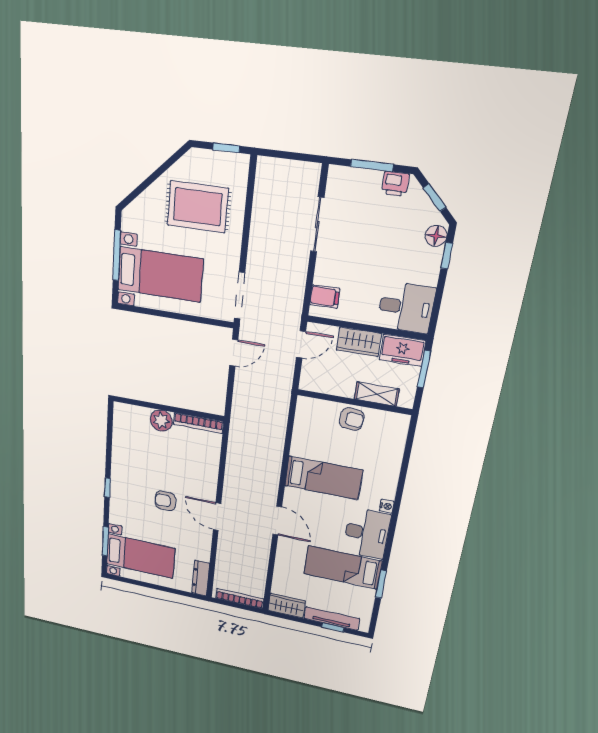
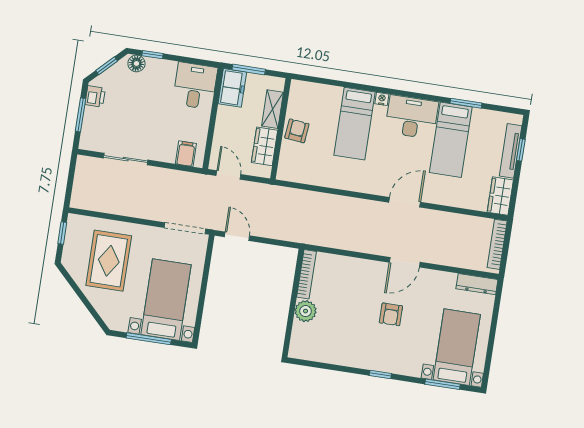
wardrobe: (359, 342) -> (264, 146), moved, turned 180
bed: (323, 478) -> (355, 124), moved, turned 180

